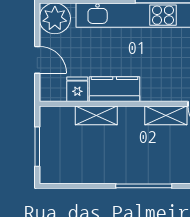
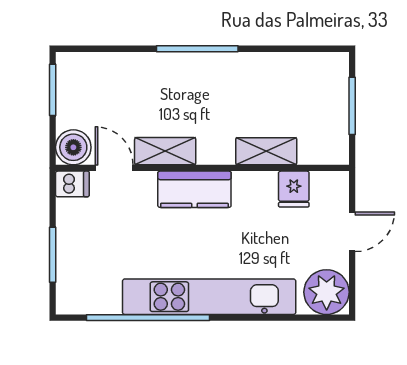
door: (37, 60) -> (352, 232), swing flipped
kitchen counter: (115, 89) -> (194, 189), moved

